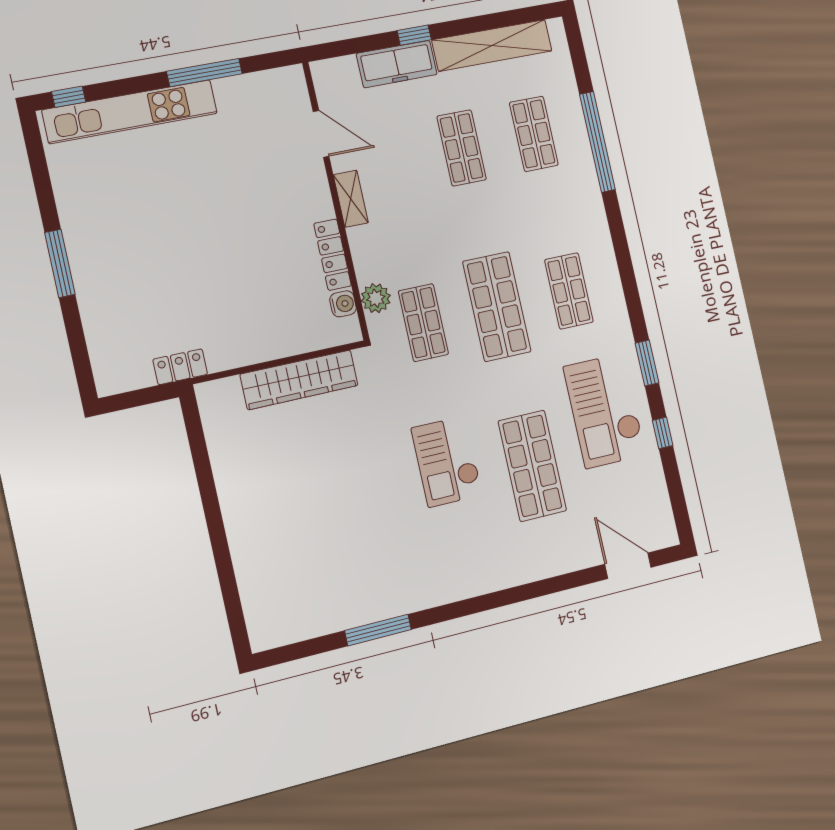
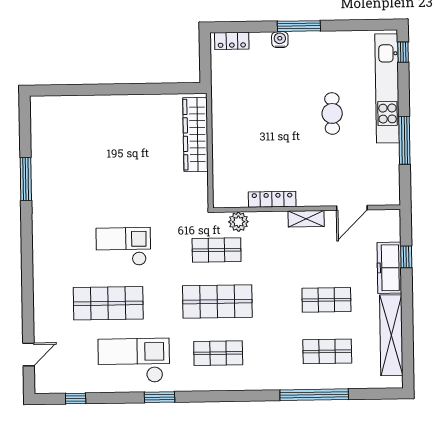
window: (414, 35) -> (406, 257), moved
cafe table: (185, 188) -> (332, 113), added
water cooler: (343, 304) -> (280, 40), moved, turned 180
locker: (180, 367) -> (232, 41), moved, turned 90
wardrobe: (299, 380) -> (195, 134), moved
window: (663, 433) -> (76, 398), moved
door: (628, 566) -> (29, 354), width x0.73

